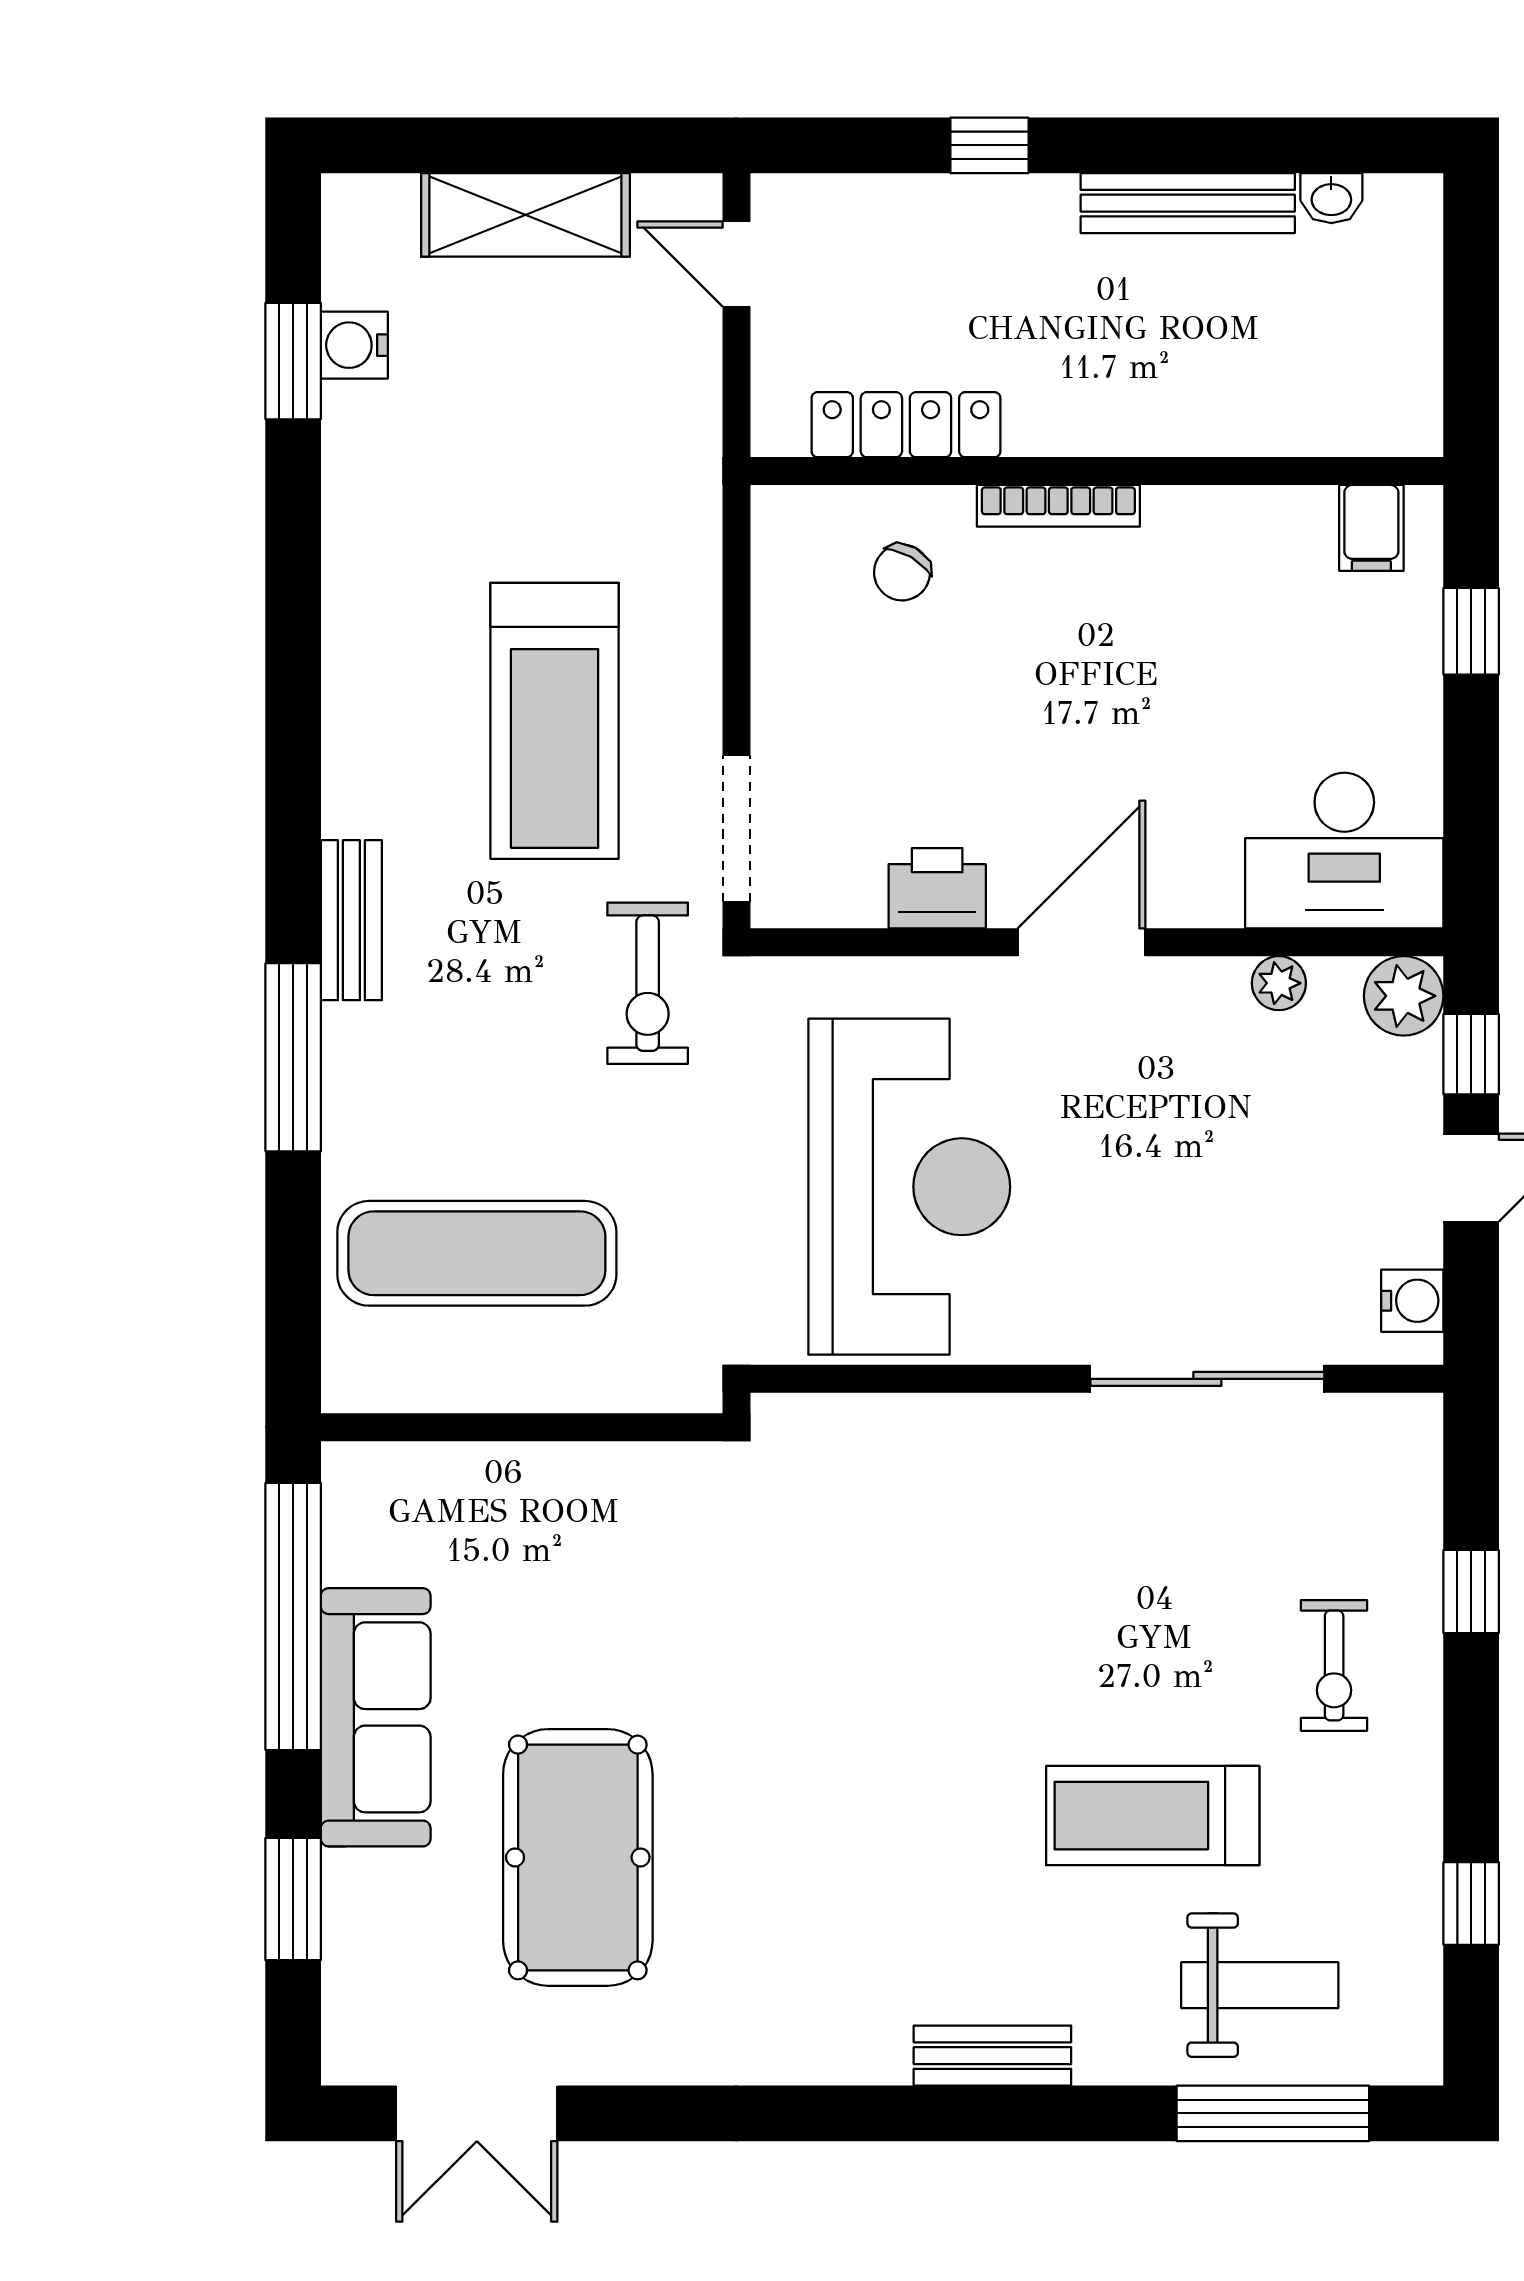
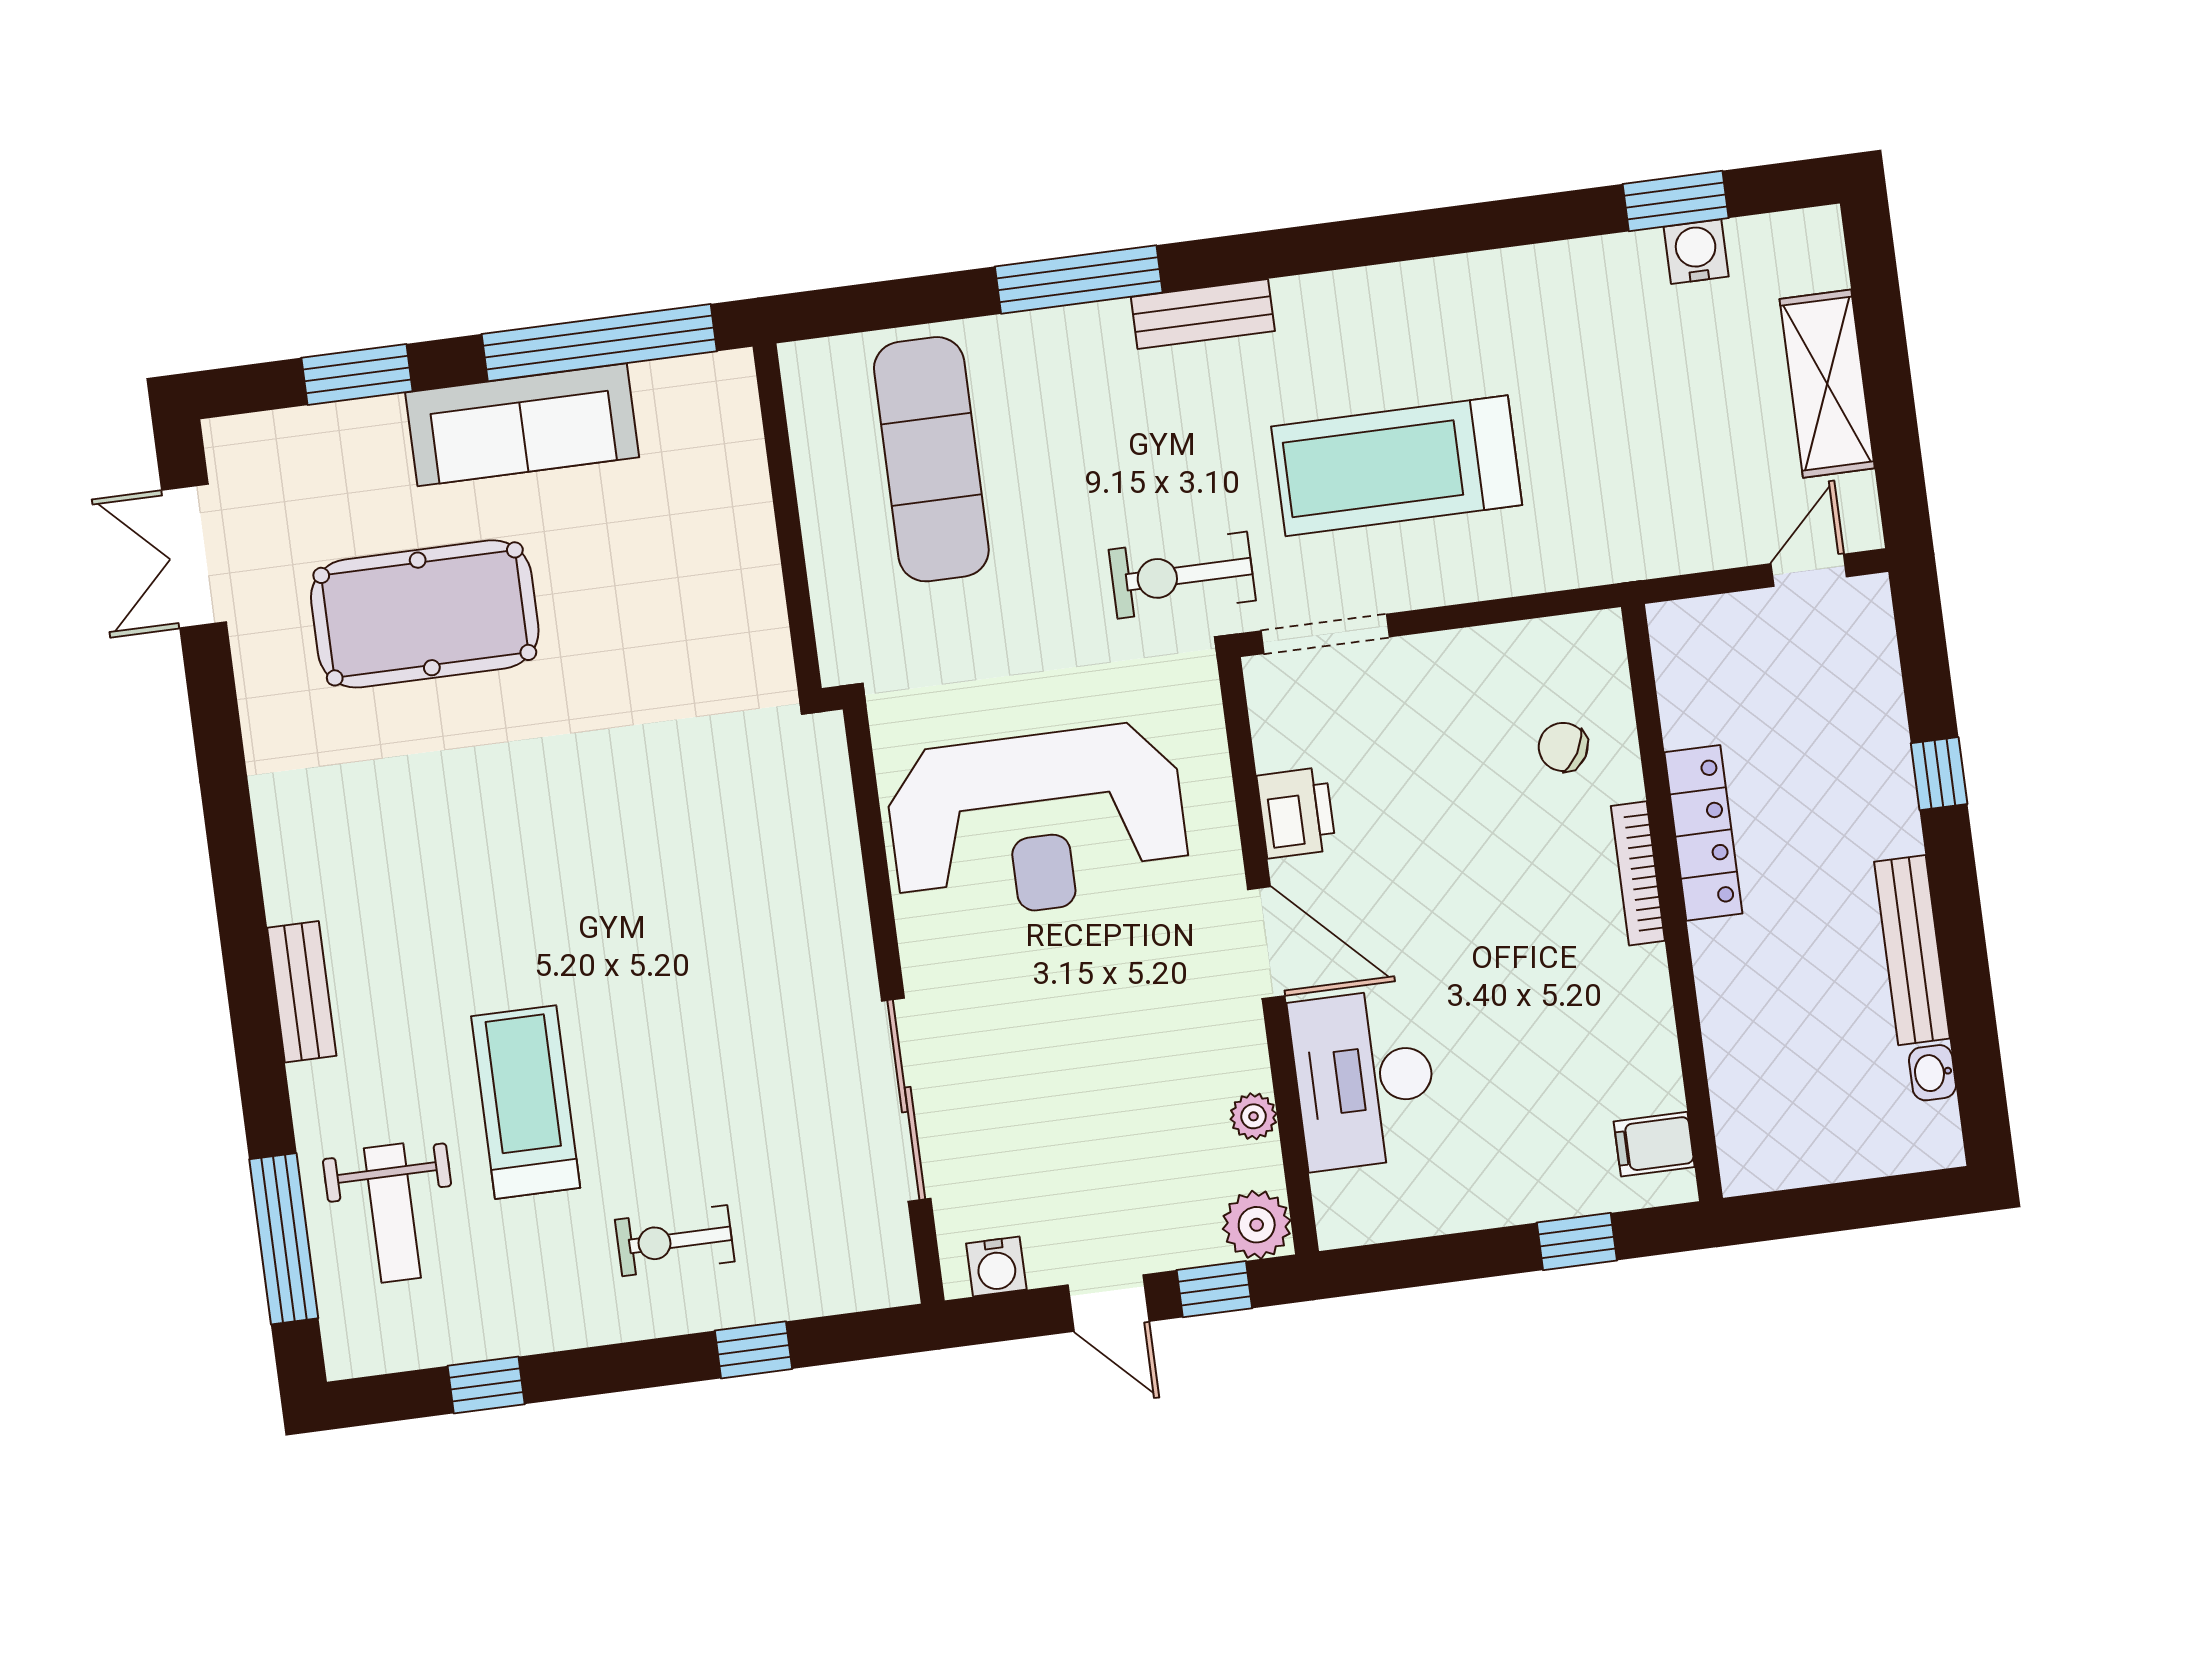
locker: (906, 425) -> (1703, 833), moved
desk: (1344, 851) -> (1364, 1079), moved

